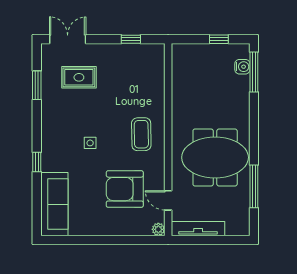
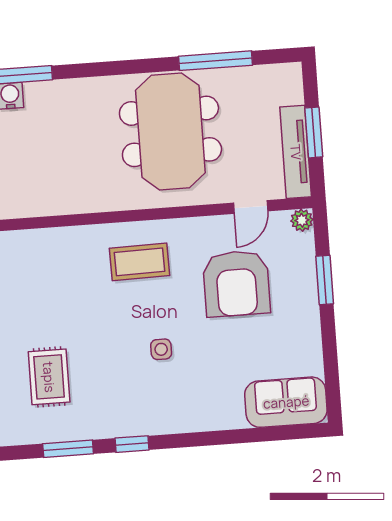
window: (37, 162) -> (132, 444), moved
sofa: (54, 204) -> (286, 402), width x0.73
window: (123, 240) -> (325, 280), added
window: (208, 240) -> (314, 132), added

